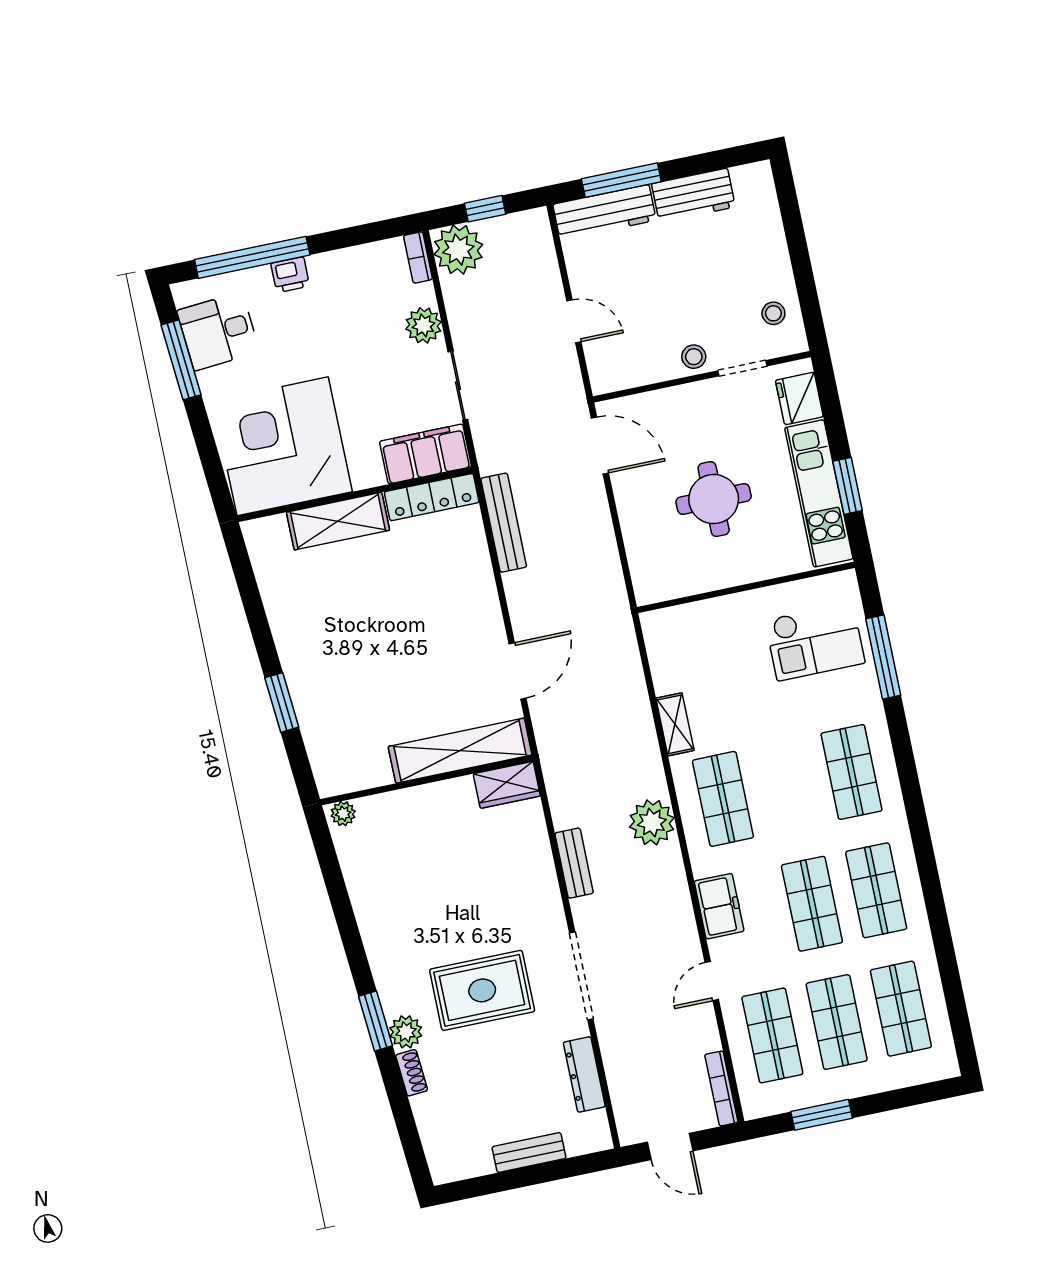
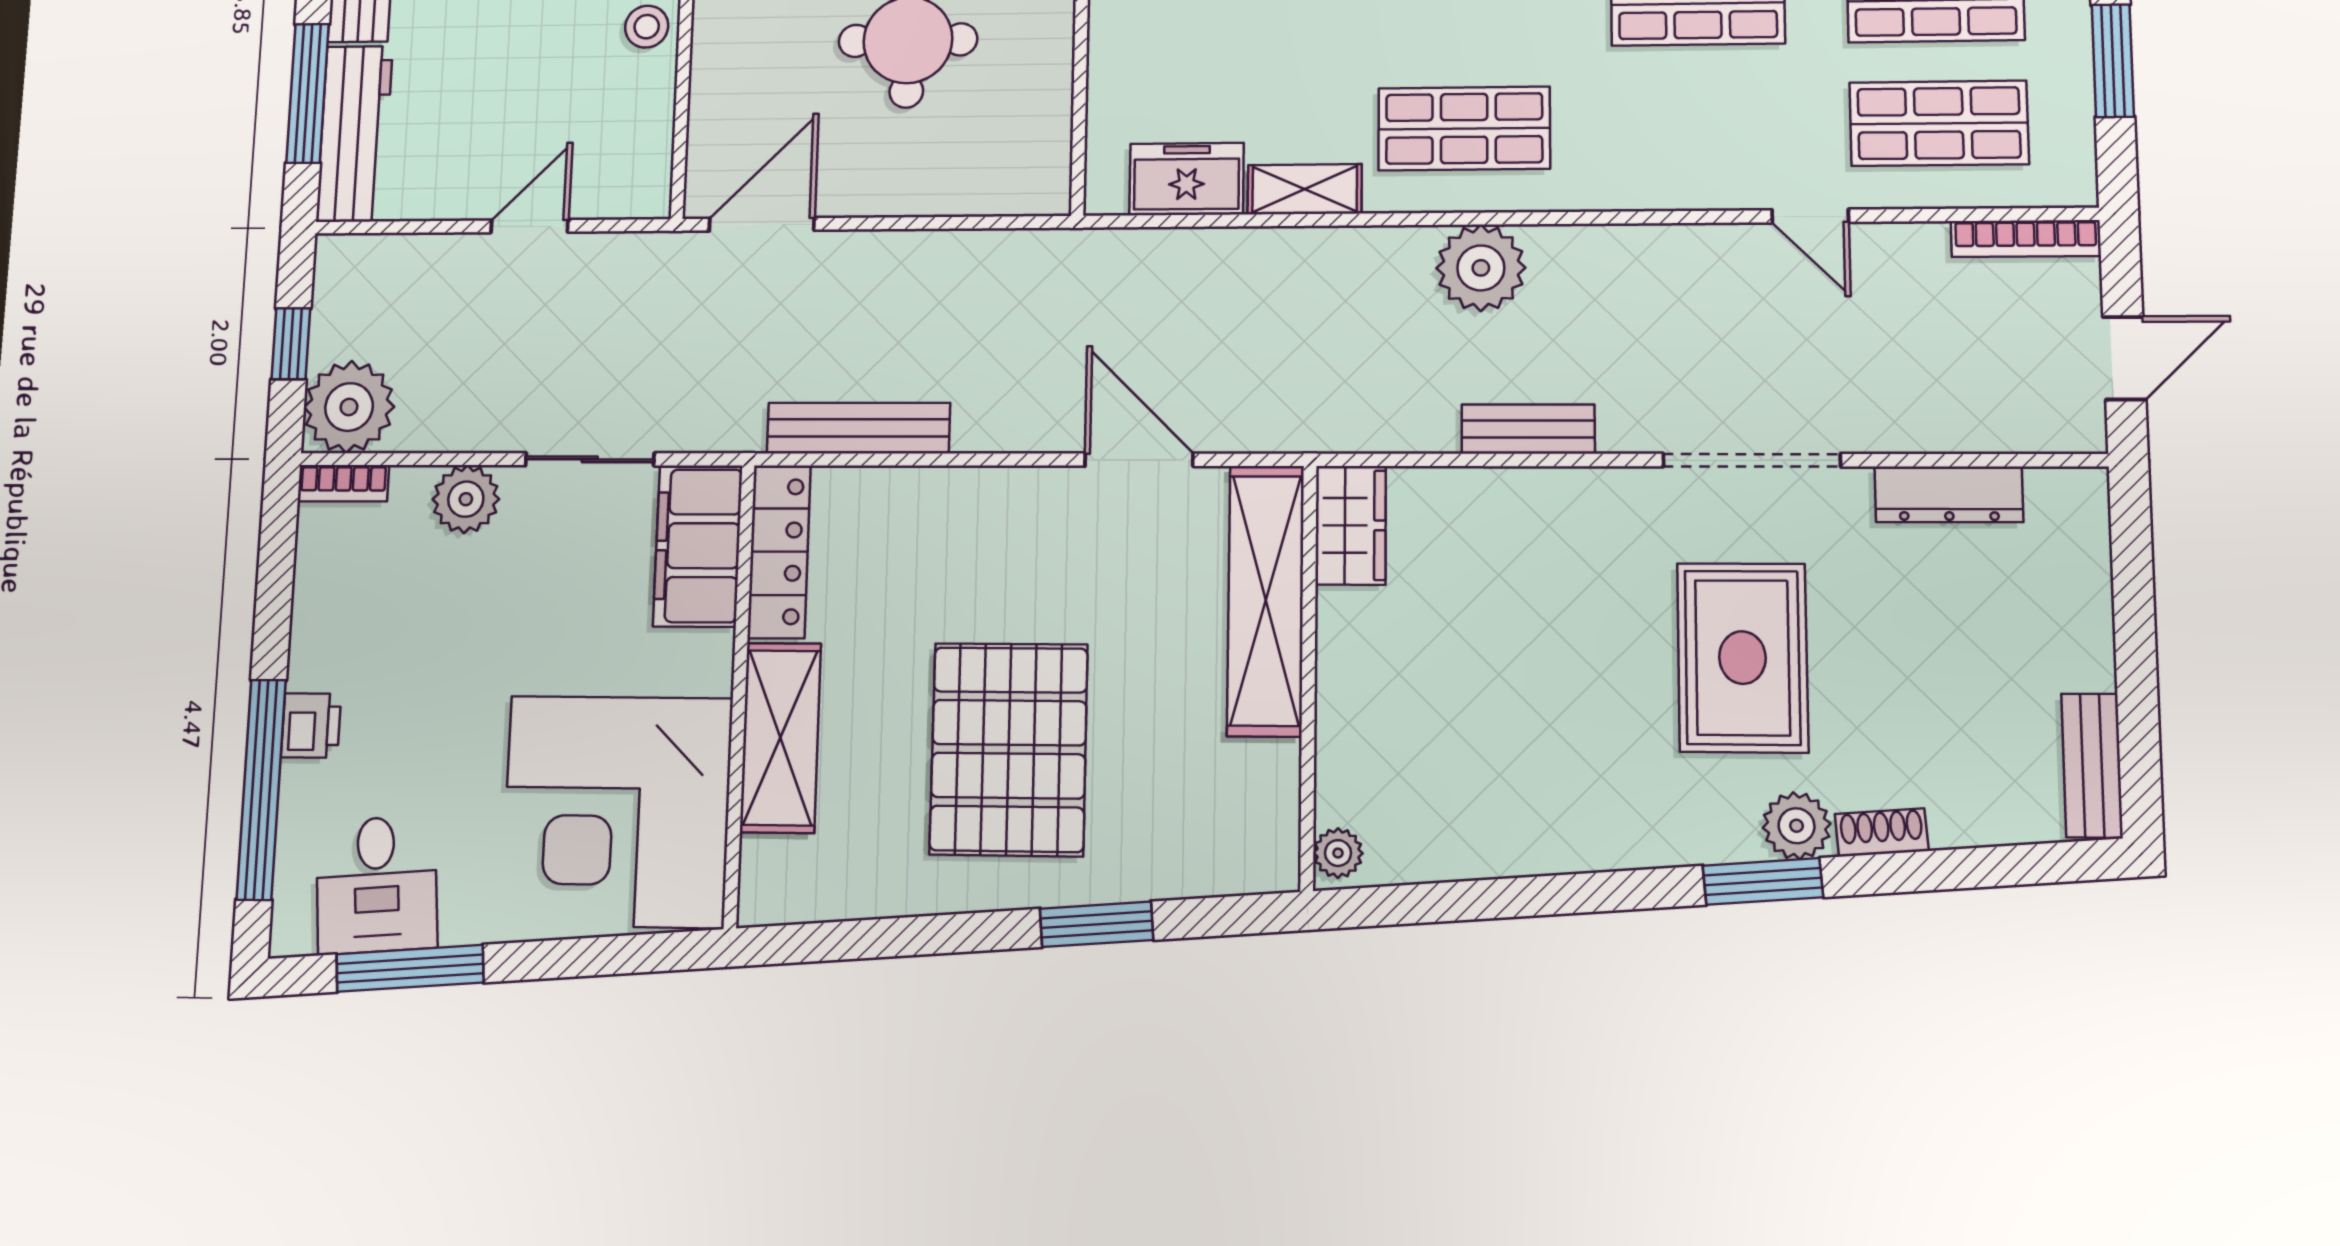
pallet: (358, 639) -> (1009, 749), added
freezer: (719, 906) -> (1187, 179), moved
bench: (529, 1153) -> (2092, 765), moved

